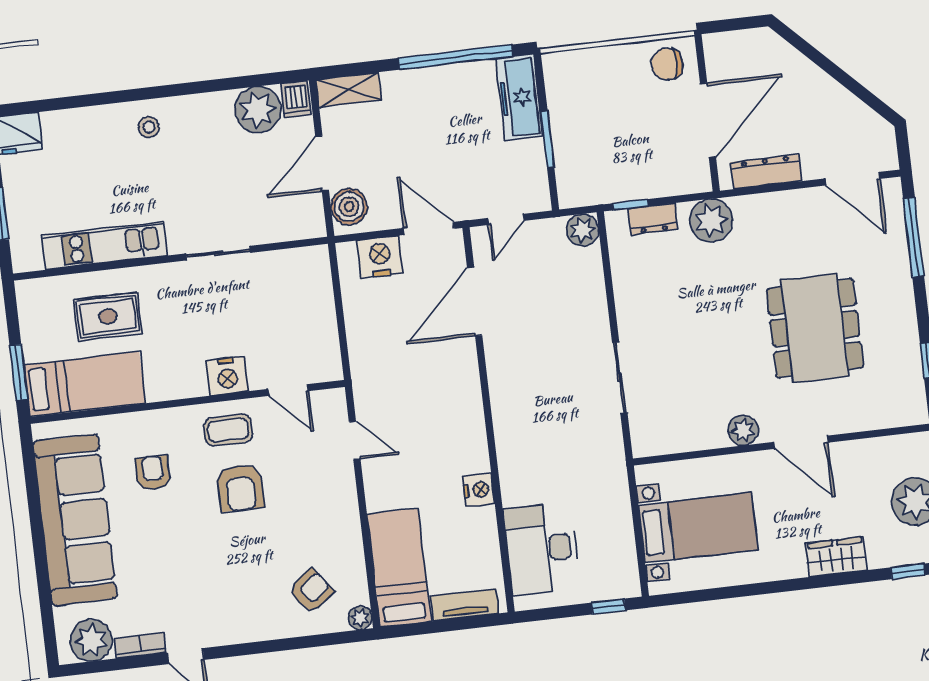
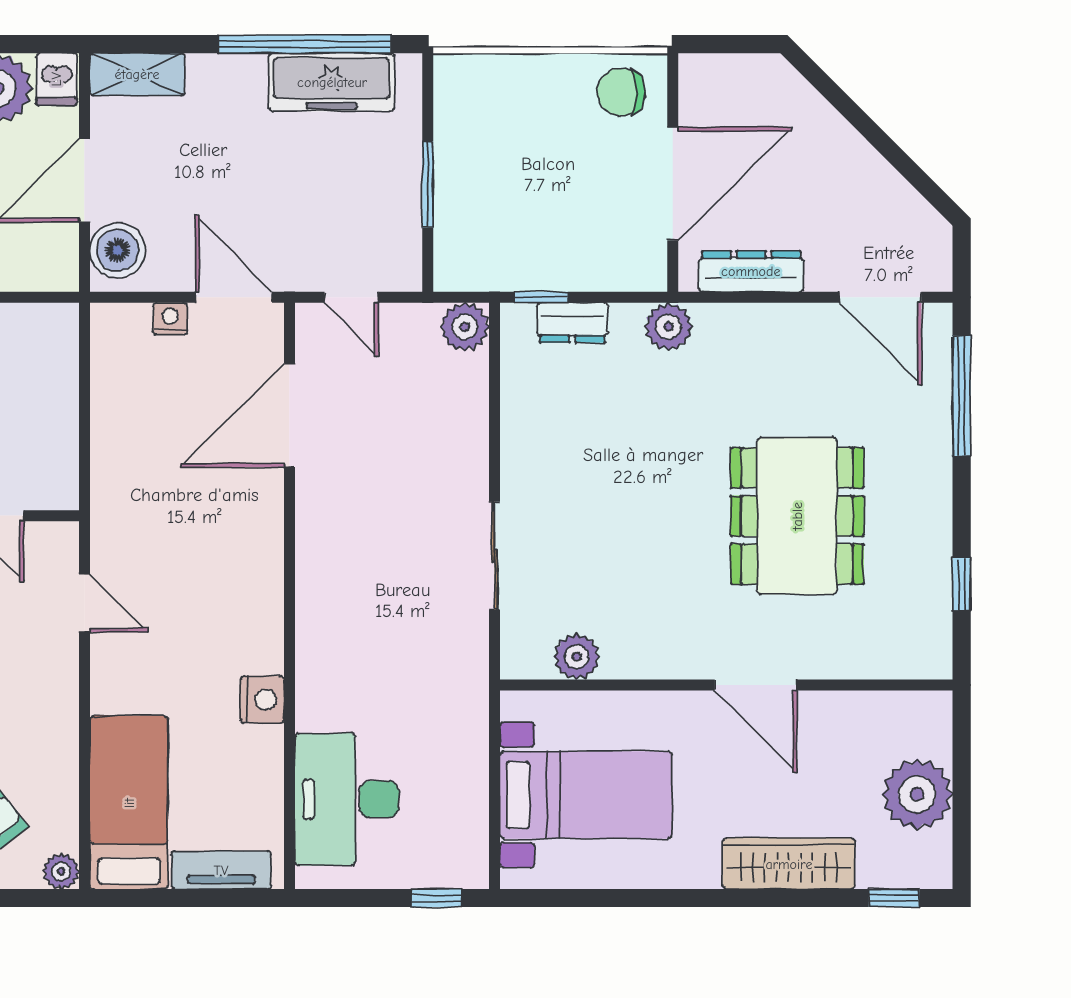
freezer: (519, 97) -> (332, 82), moved, turned -90
door: (506, 219) -> (351, 297), hinge flipped
plant: (711, 220) -> (669, 327), width x0.73, depth x0.73
nightstand: (380, 257) -> (170, 319), width x0.53, depth x0.56
plant: (743, 430) -> (577, 657), moved
wardrobe: (836, 557) -> (789, 864), width x1.50

